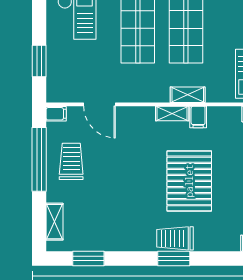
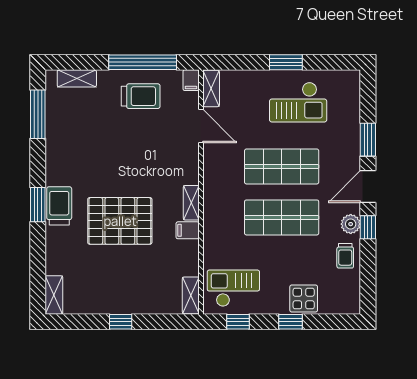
window: (39, 61) -> (286, 62), moved
shelving: (188, 95) -> (211, 89), moved
door: (99, 104) -> (201, 126), swing flipped
window: (88, 259) -> (38, 114), width x1.44

